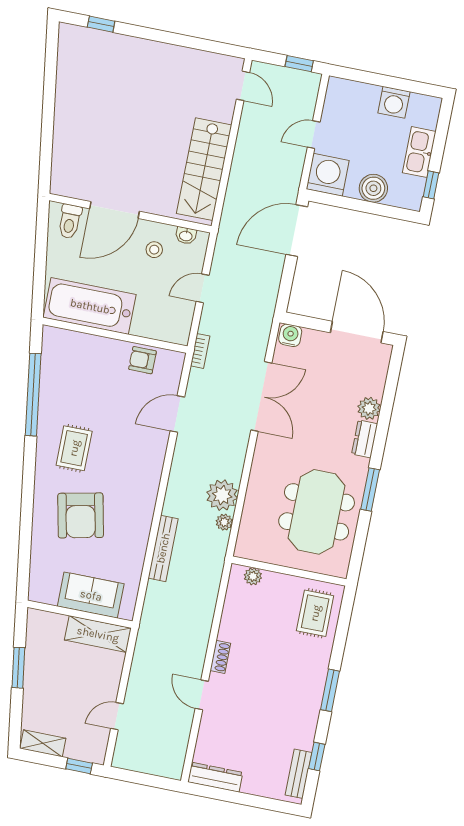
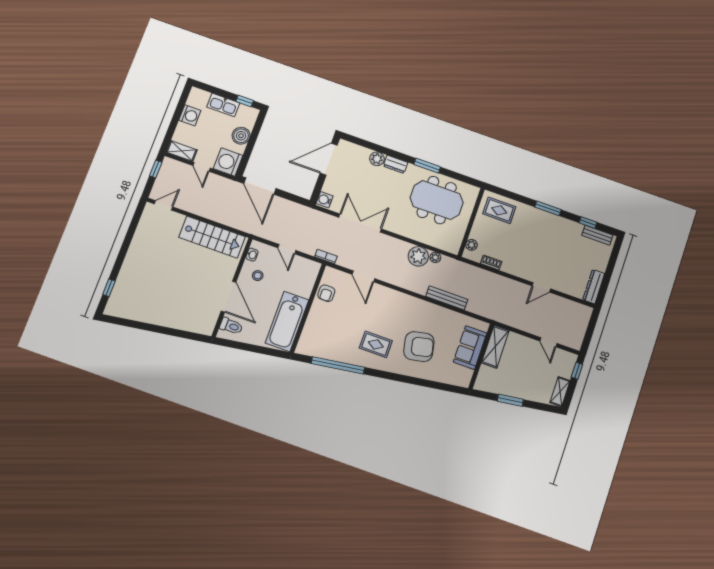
shelving: (334, 99) -> (182, 151), added
shoe rack: (220, 657) -> (491, 262), moved

